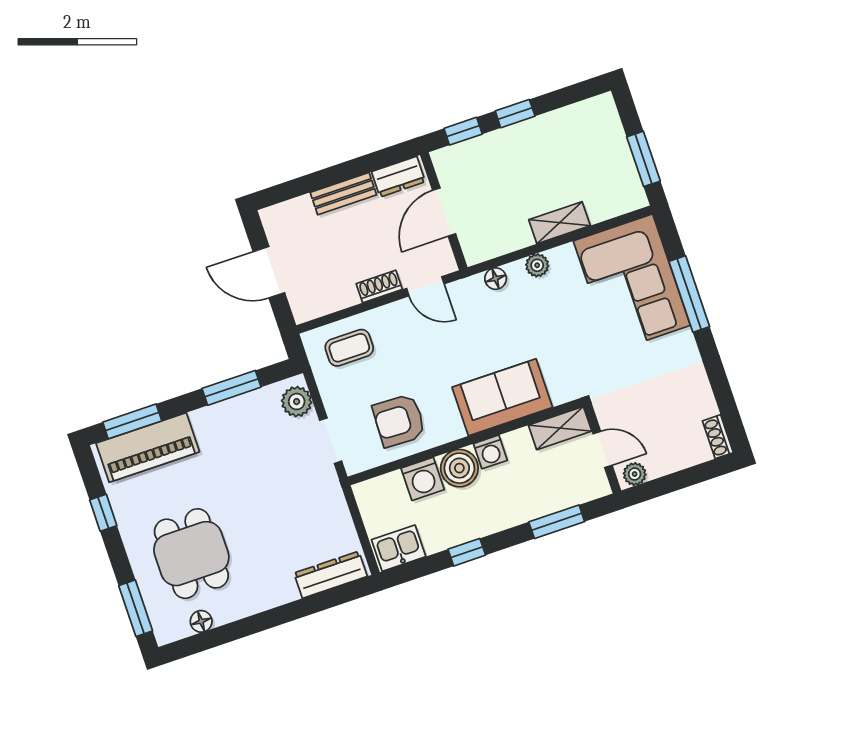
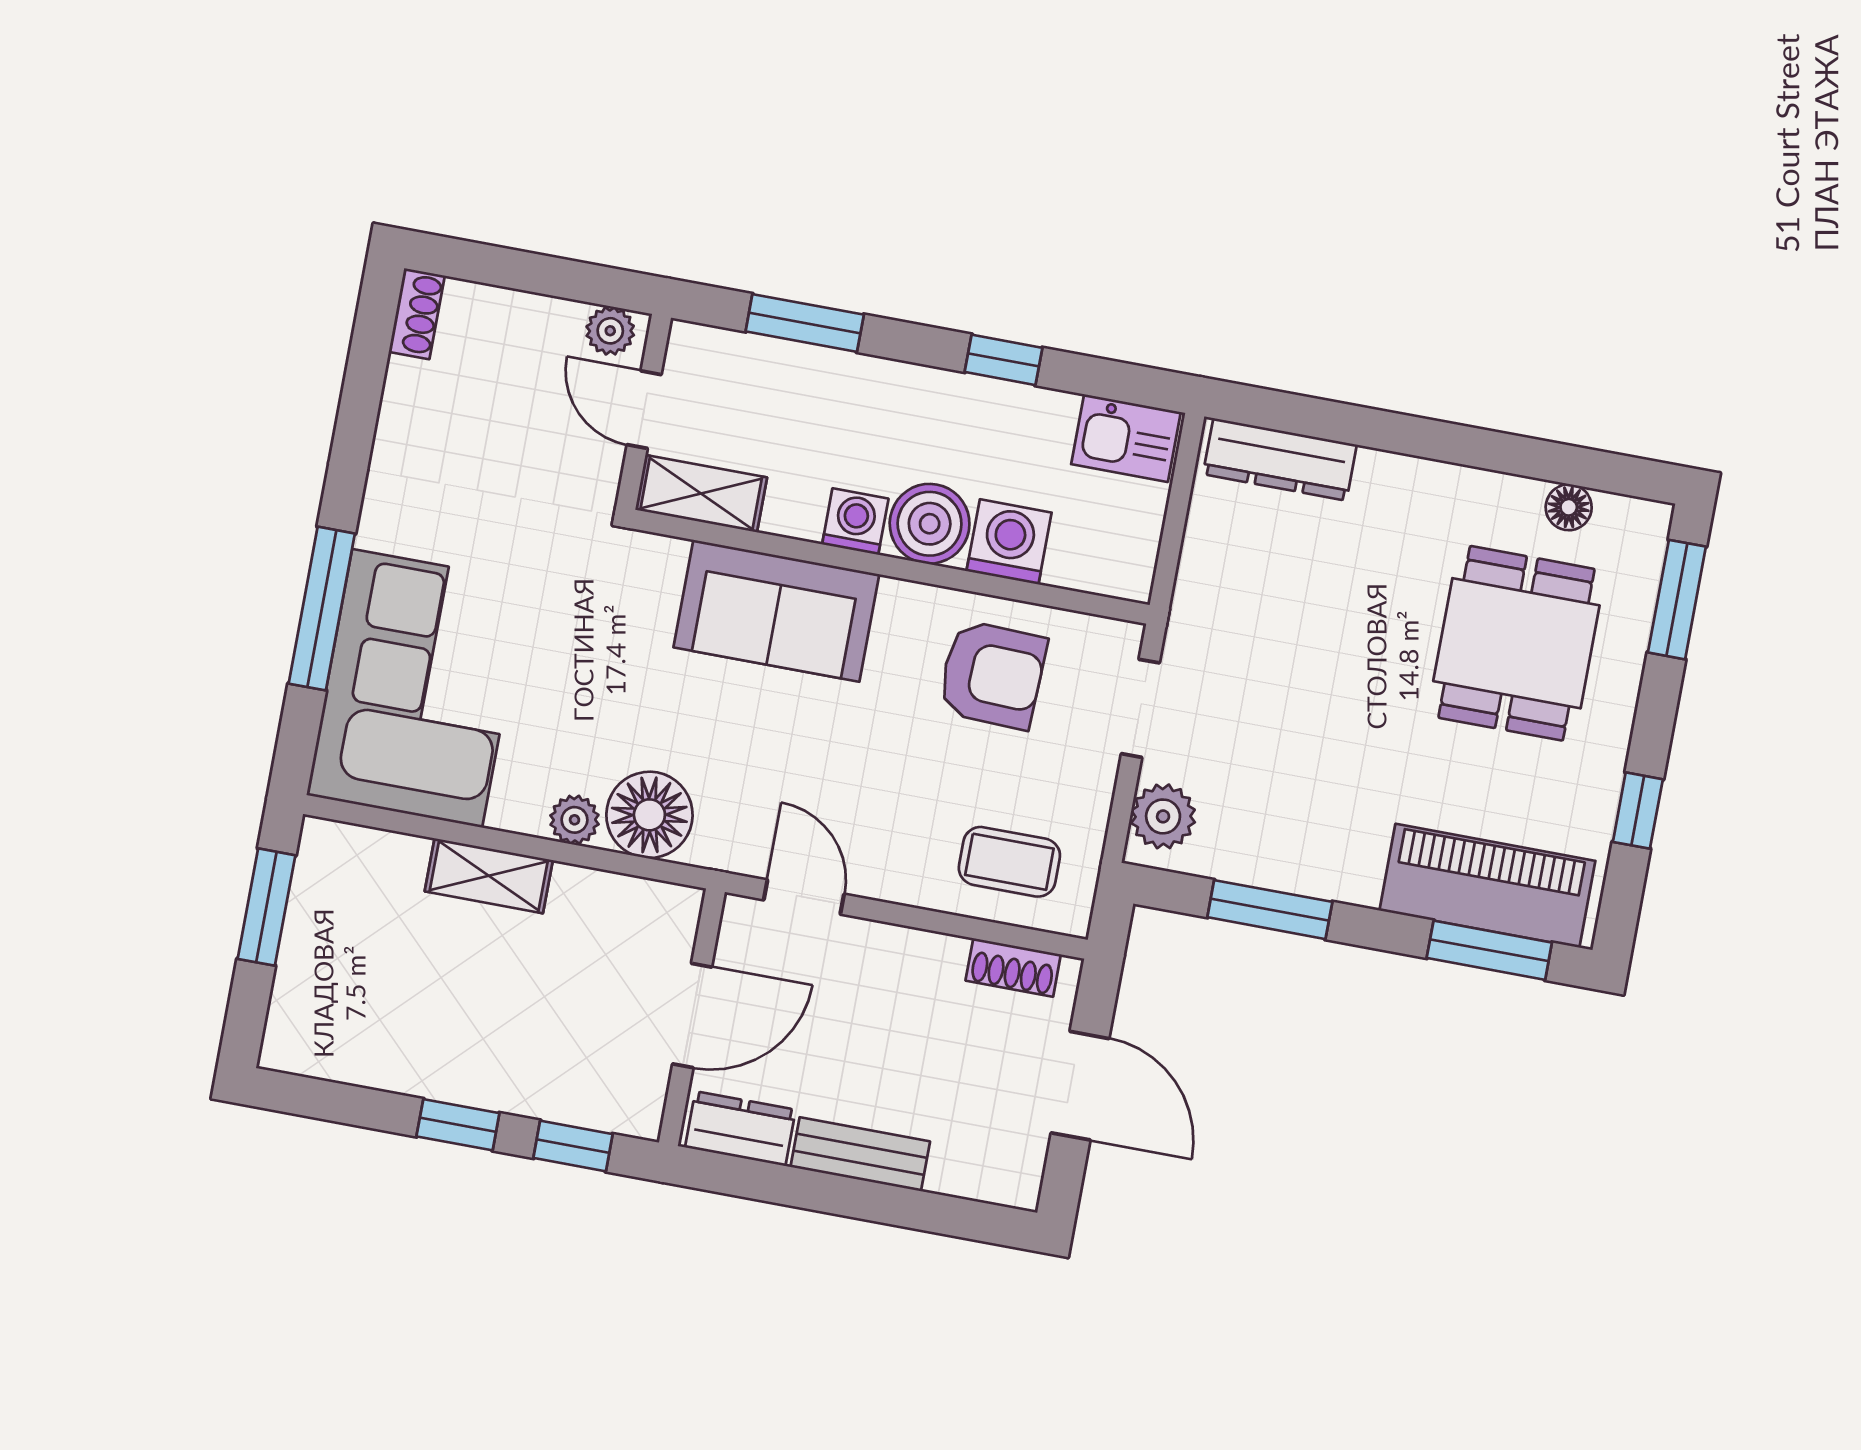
floor lamp: (496, 279) -> (649, 815), width x1.89, depth x1.89
shoe rack: (379, 286) -> (1013, 967), moved

